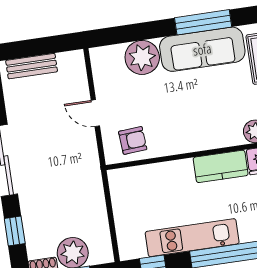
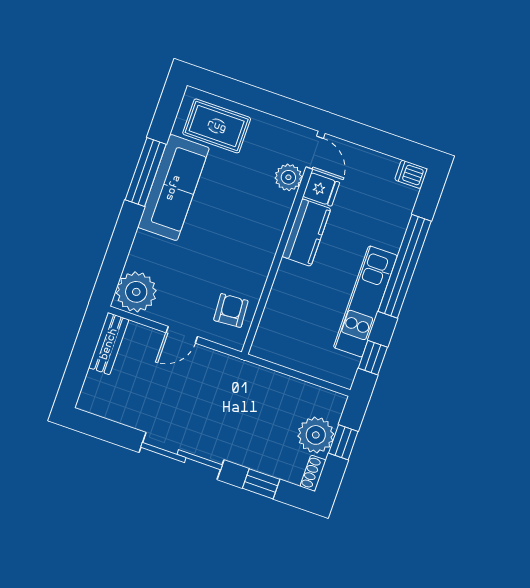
plant: (142, 57) -> (136, 292), moved
bench: (32, 66) -> (109, 344), moved

